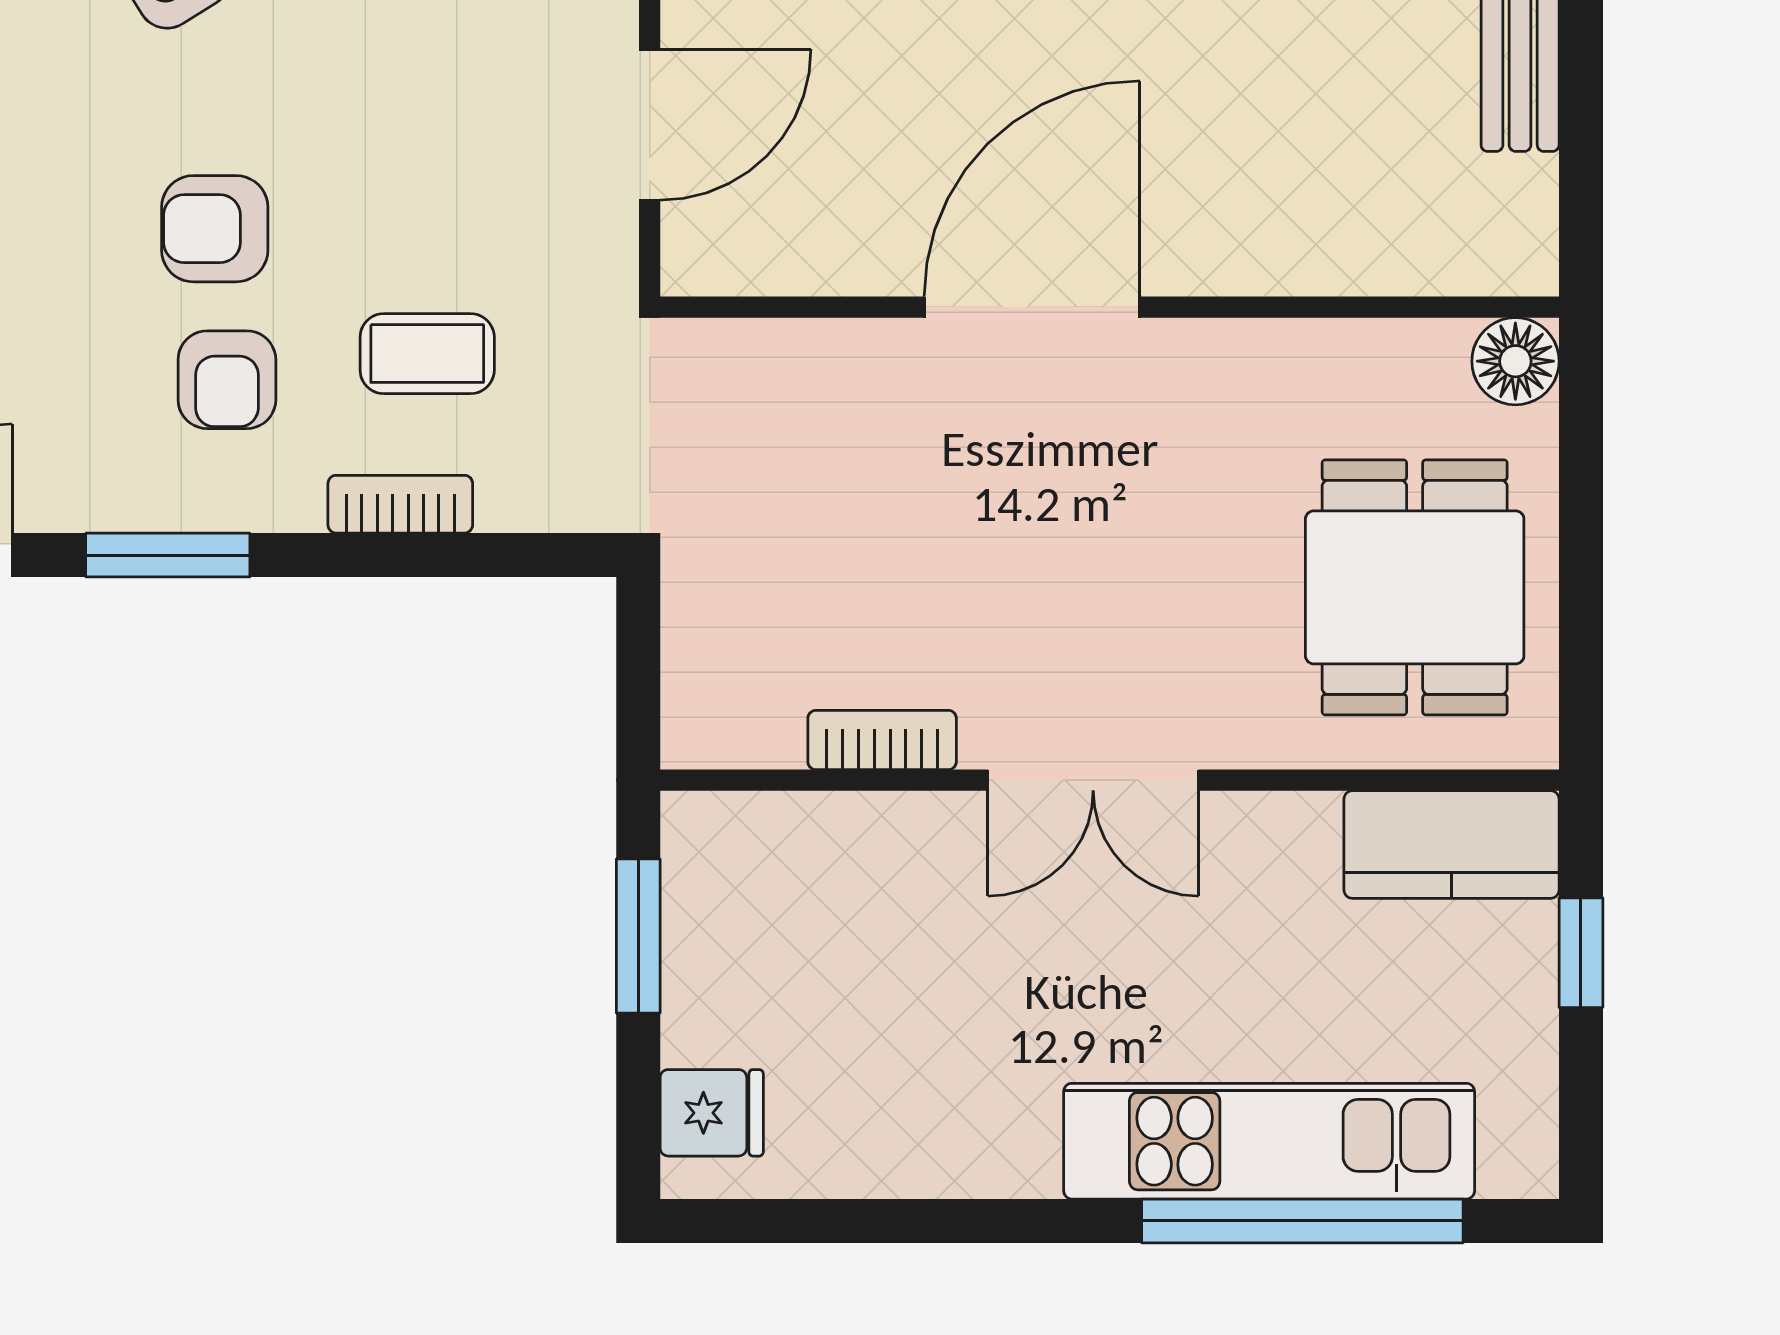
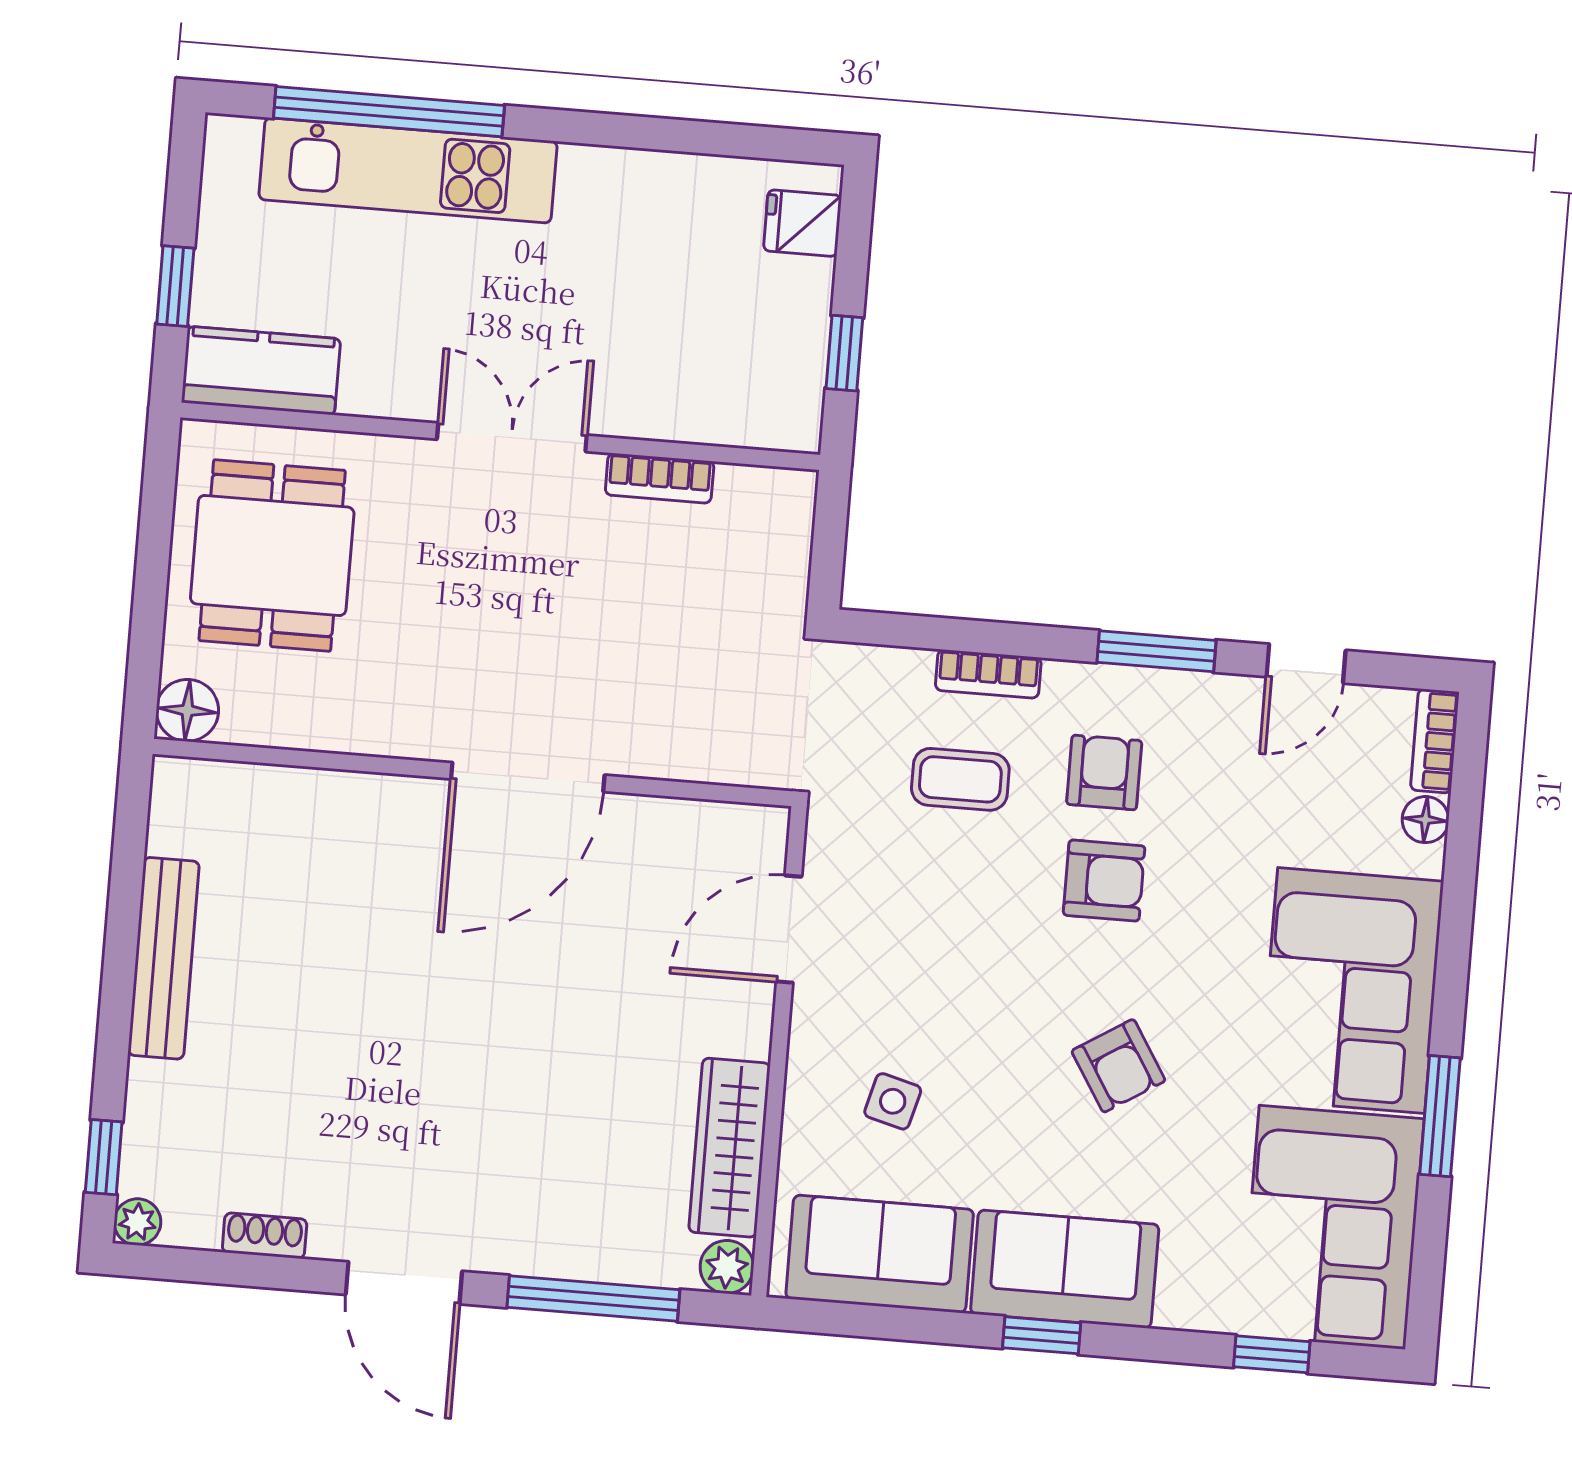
window: (638, 936) -> (844, 353), width x0.67

